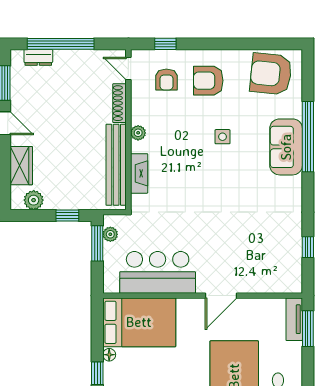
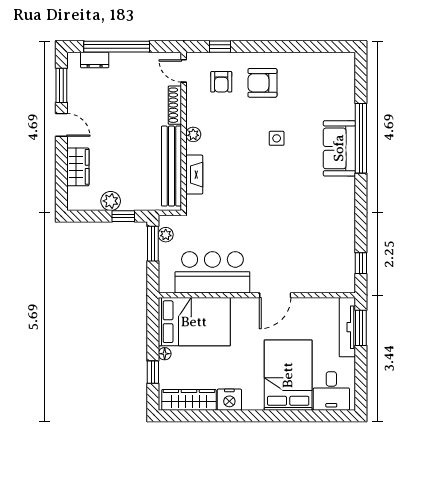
armchair: (271, 74) -> (324, 76), removed
plant: (34, 200) -> (111, 201), moved
window: (308, 247) -> (361, 263), moved
tv unit: (294, 319) -> (347, 327), width x1.41

